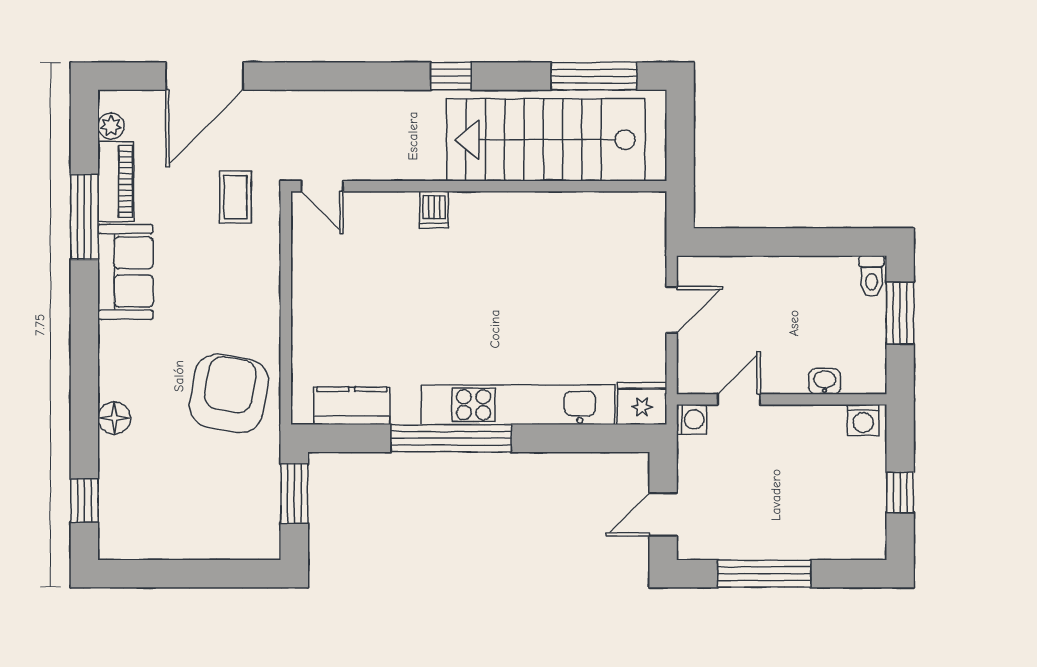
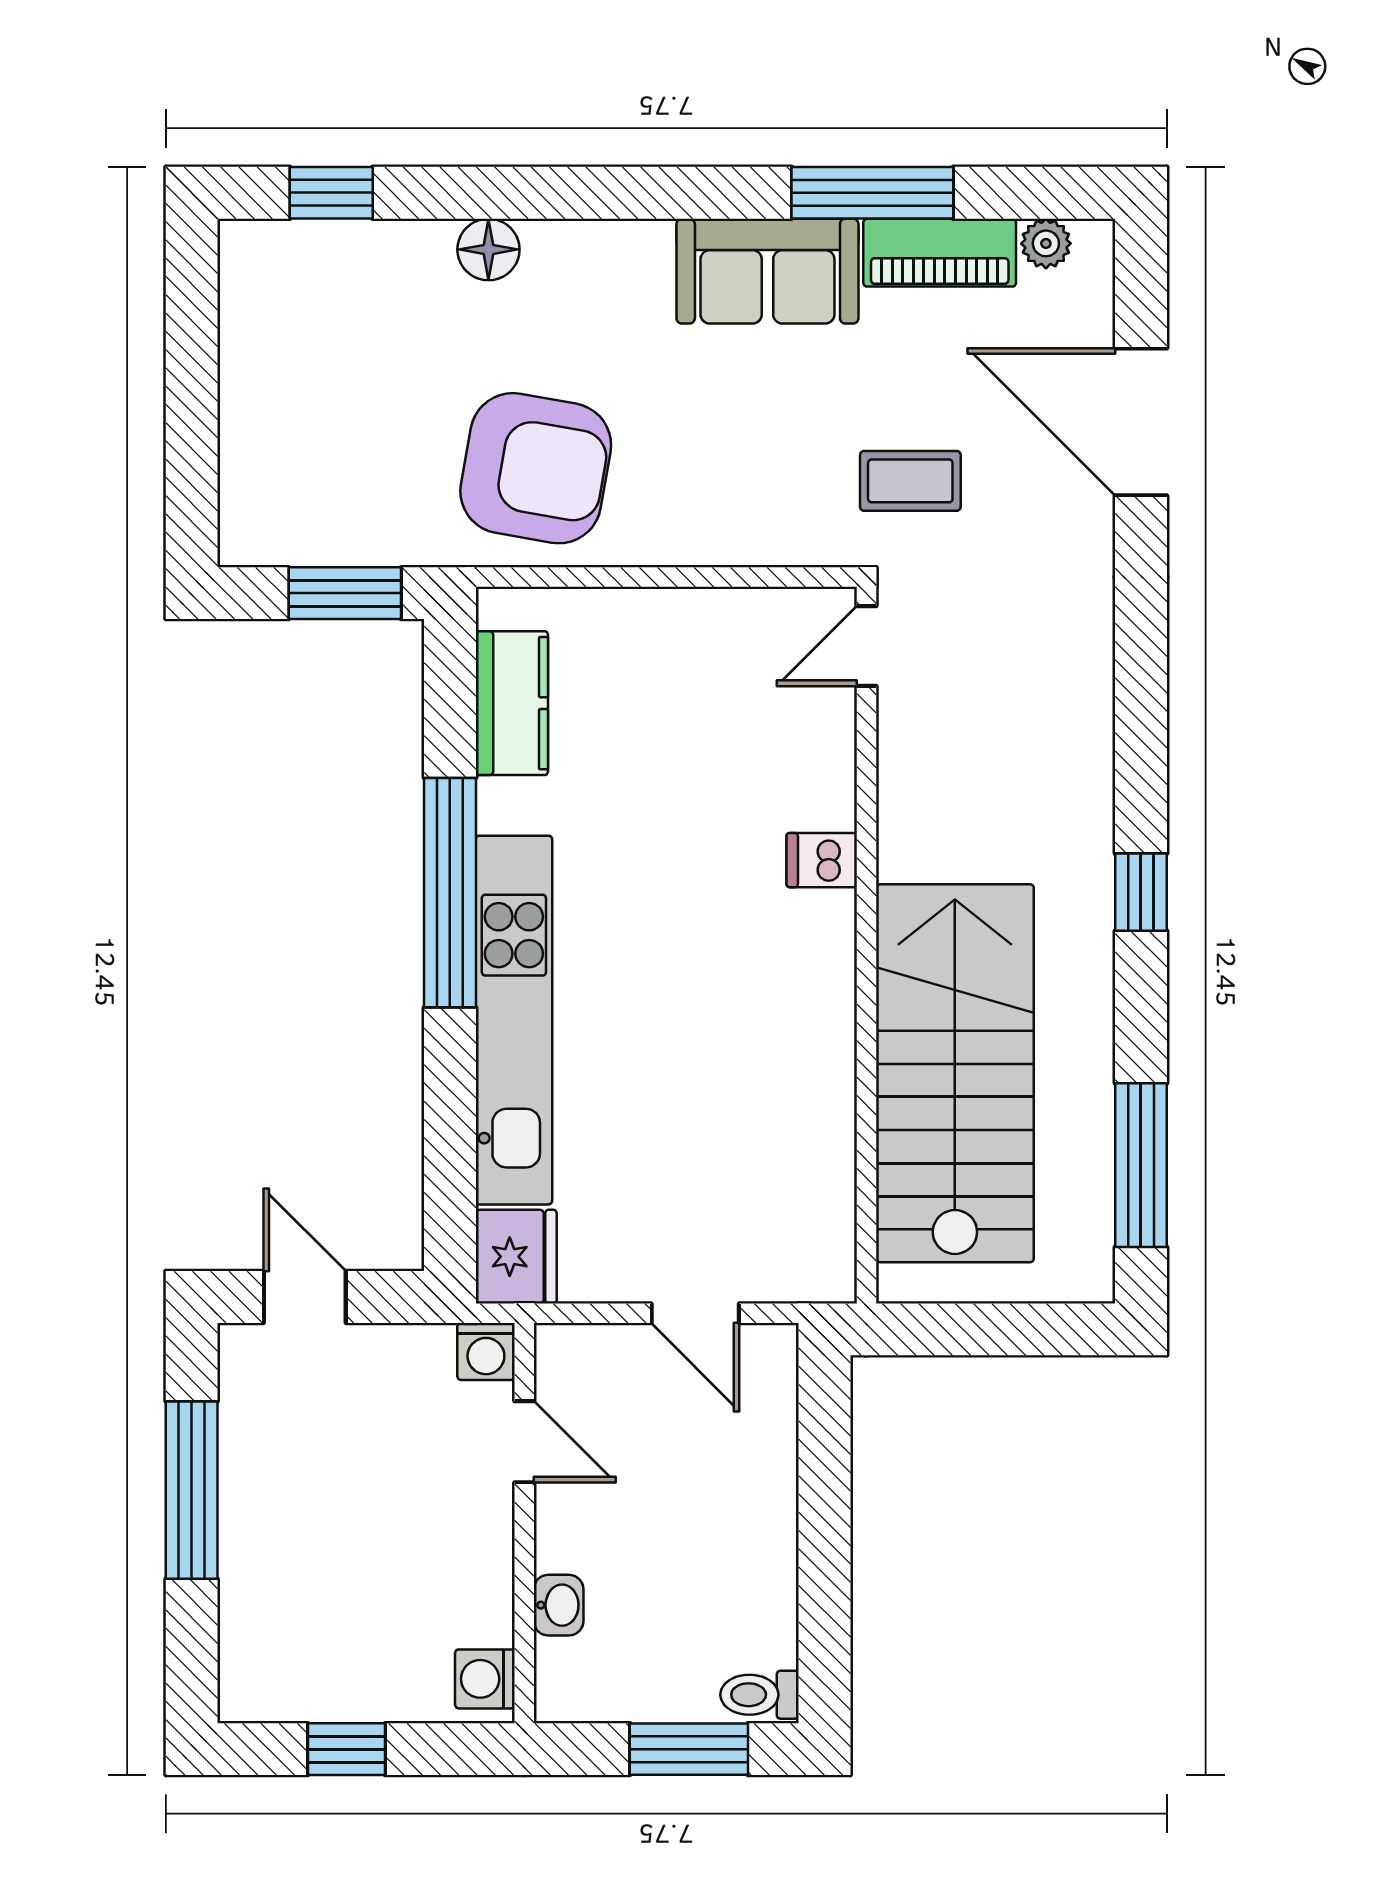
stairs: (546, 140) -> (955, 1073), moved
door: (322, 186) -> (866, 646), moved
wall: (479, 186) -> (866, 945), moved
dishwasher: (434, 210) -> (822, 860), moved

